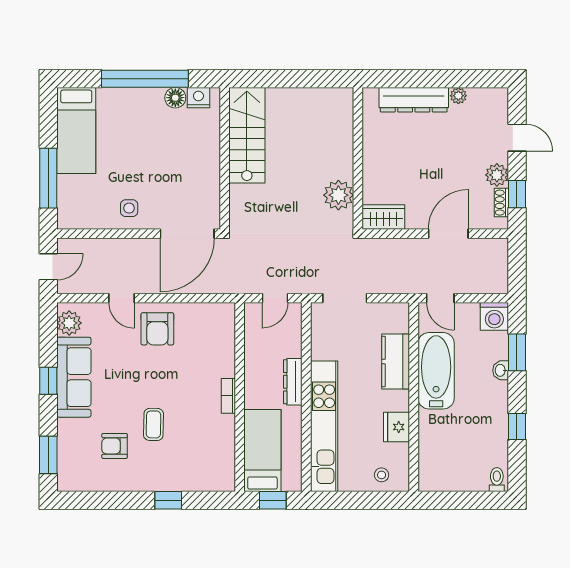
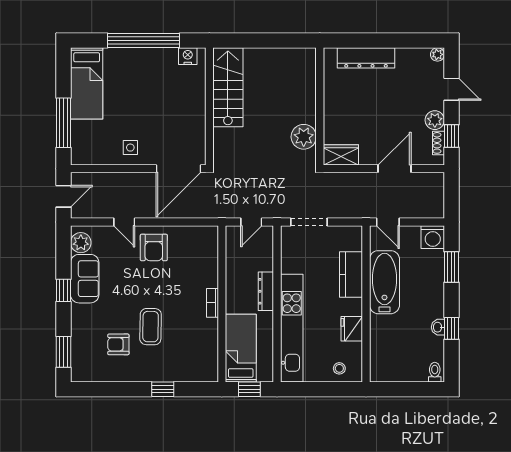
plant: (458, 96) -> (437, 54), moved
floor lamp: (175, 98) -> (169, 56), removed
washbasin: (501, 370) -> (438, 327), moved
sofa: (74, 377) -> (85, 279), width x0.73
coffee table: (153, 424) -> (151, 327), width x1.36, depth x1.30

